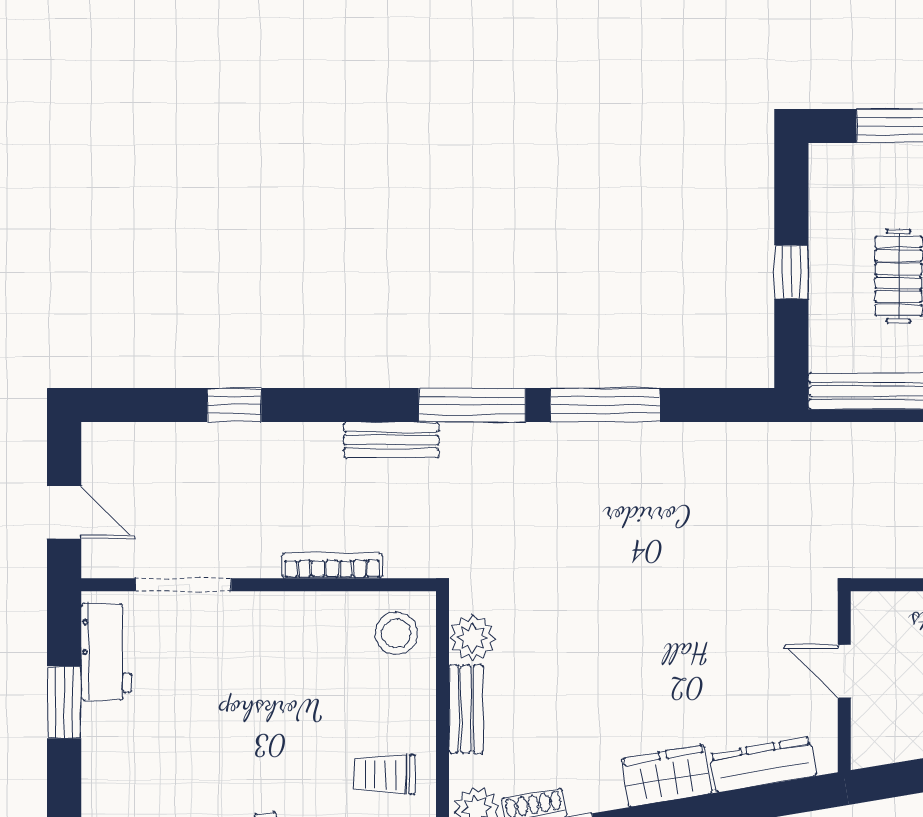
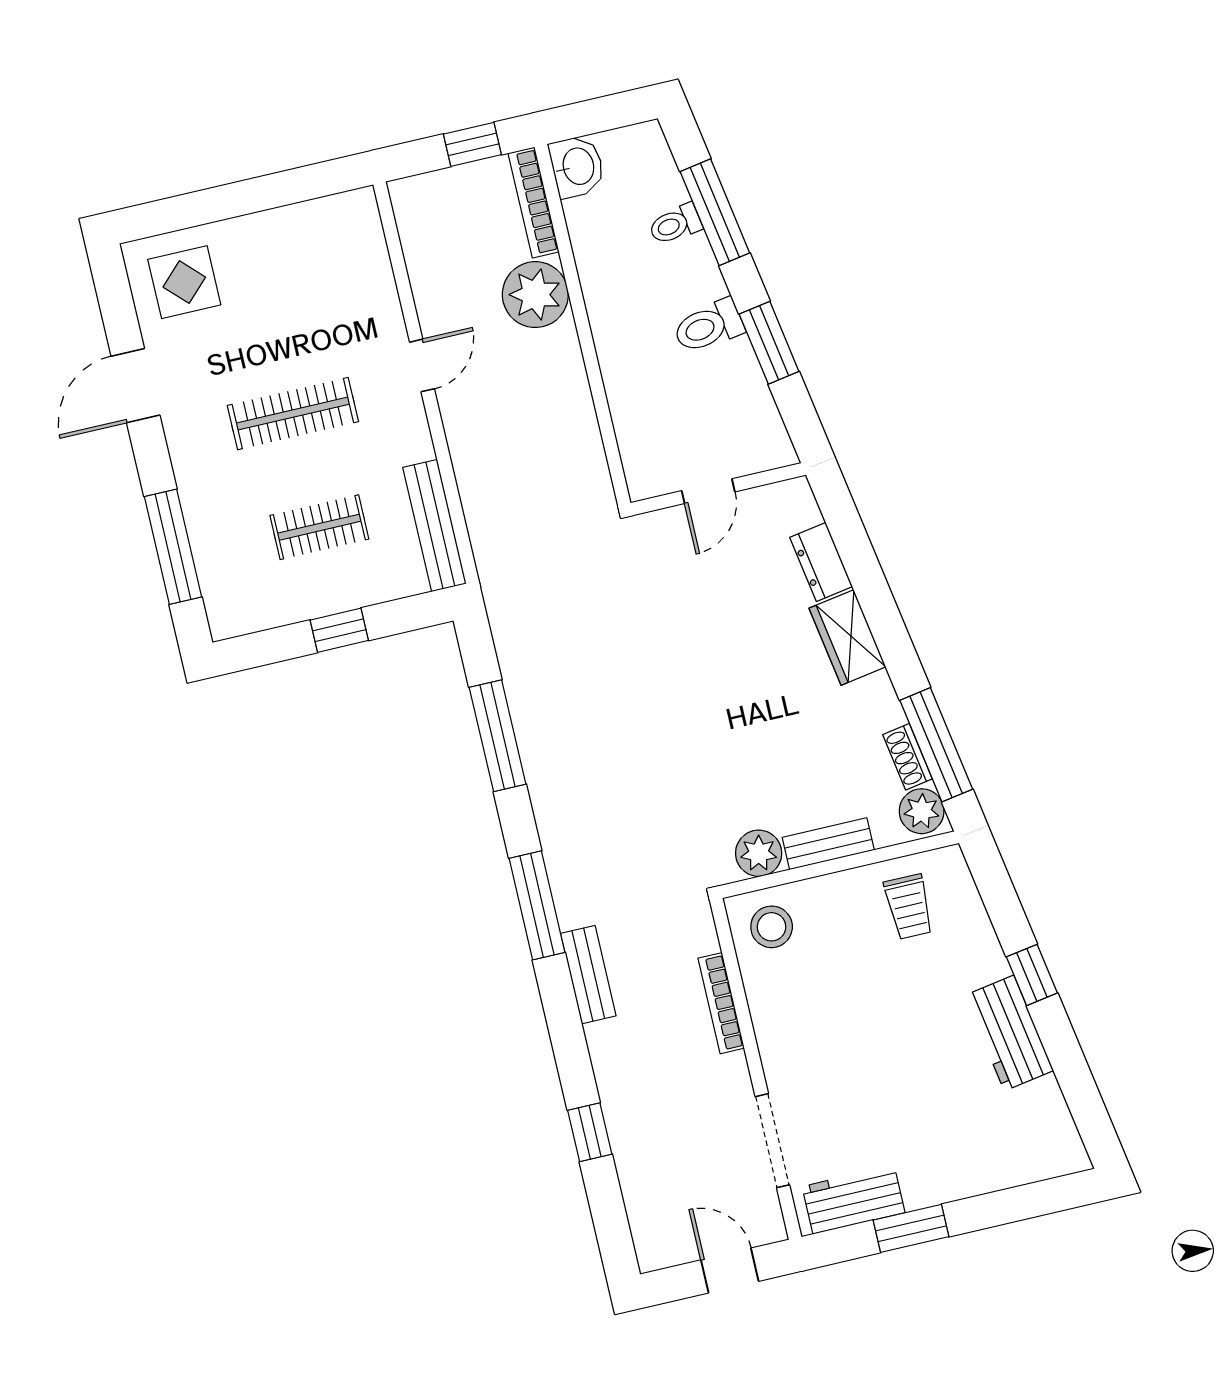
window: (605, 405) -> (498, 736), moved
door: (64, 512) -> (730, 1271), hinge flipped
dresser: (763, 765) -> (821, 562), width x0.70

